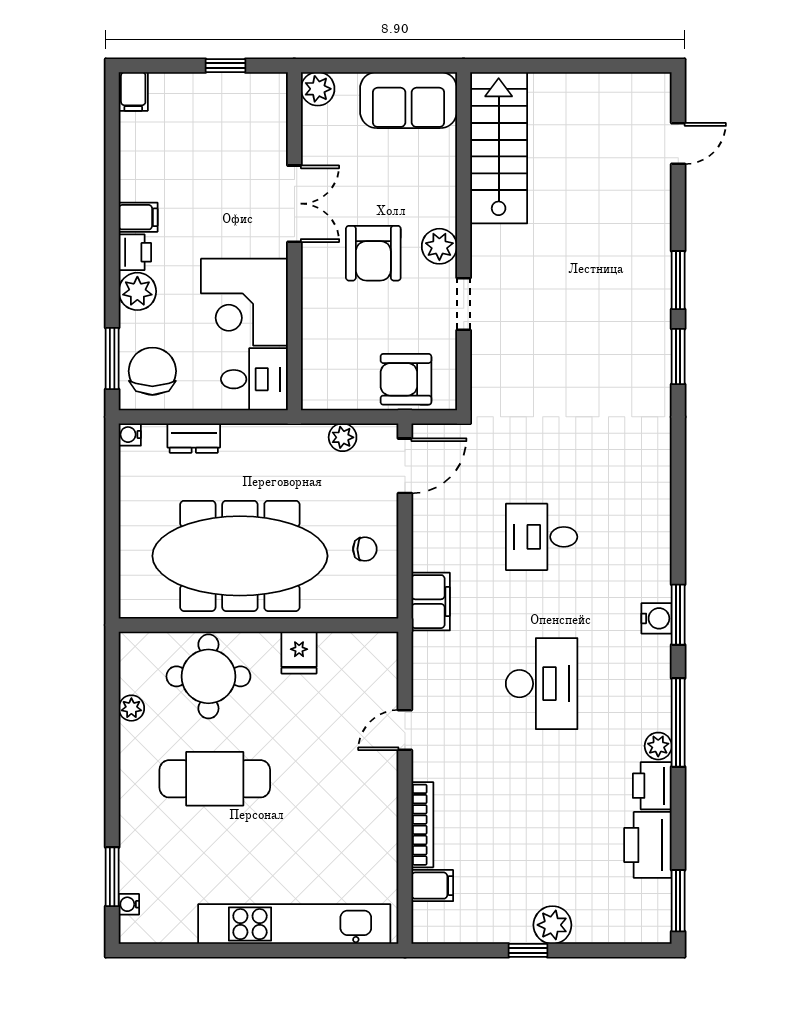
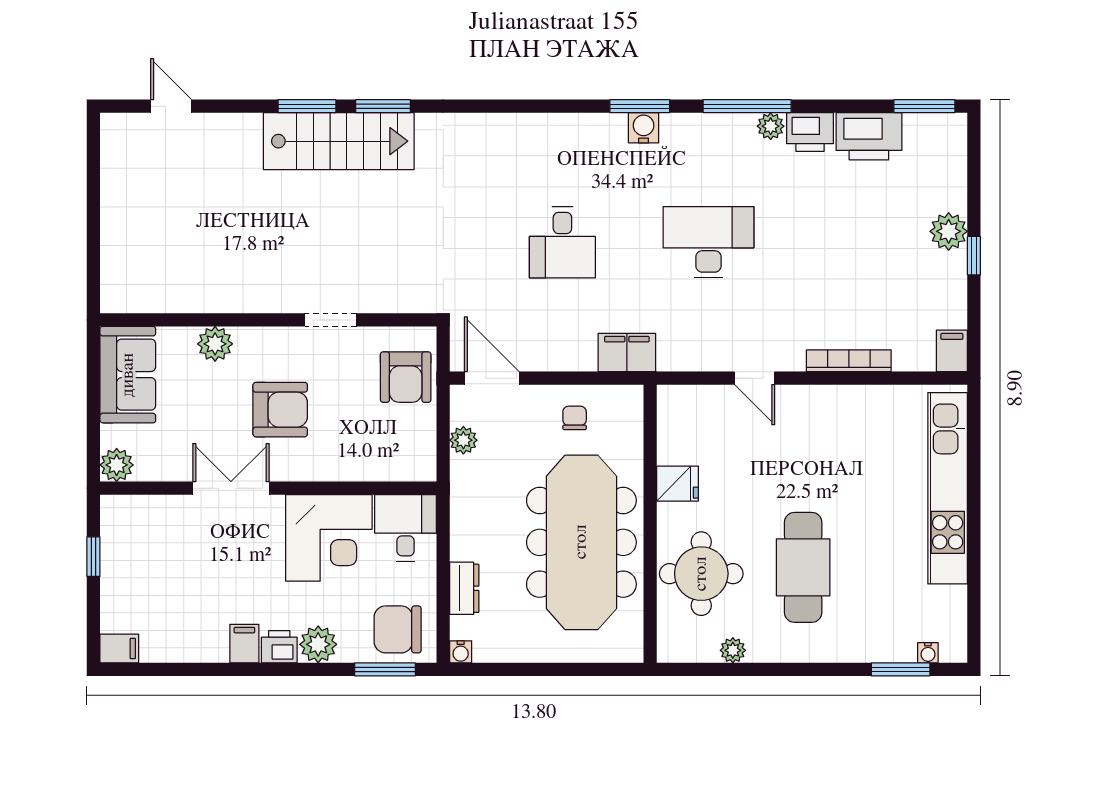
stairs: (499, 148) -> (339, 141), moved, turned 180
plant: (439, 246) -> (215, 344), moved
filing cabinet: (432, 886) -> (952, 351), moved

